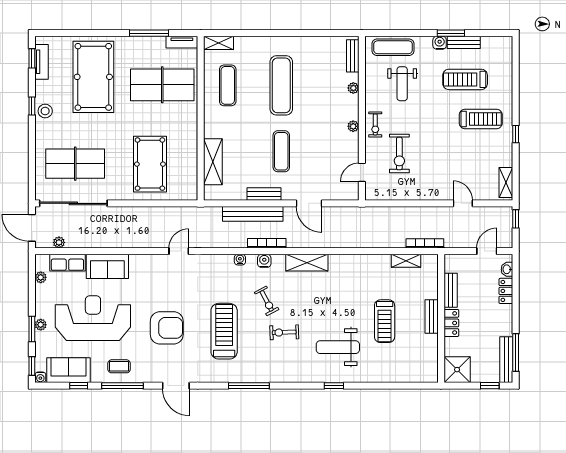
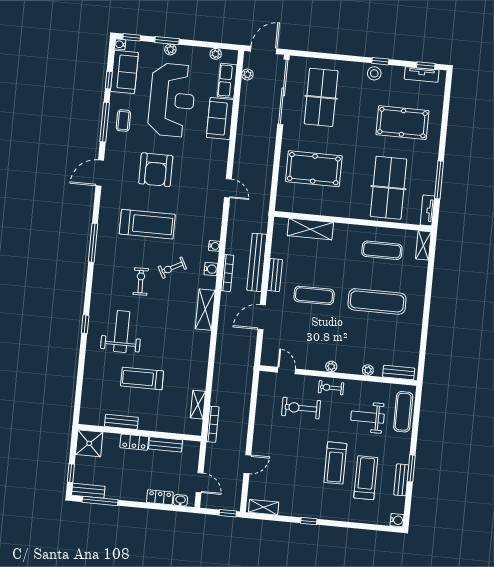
water cooler: (440, 43) -> (397, 520), moved
pool table: (93, 77) -> (402, 123), width x0.73, depth x0.76
treadmill: (481, 119) -> (335, 463), moved
bench: (432, 316) -> (121, 422), moved
bench: (506, 360) -> (88, 491), width x0.73

